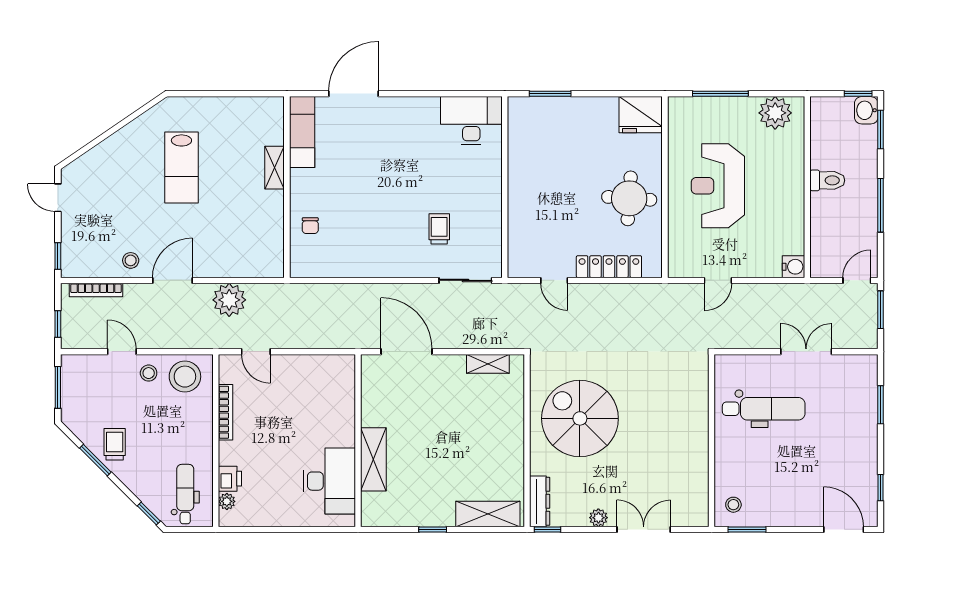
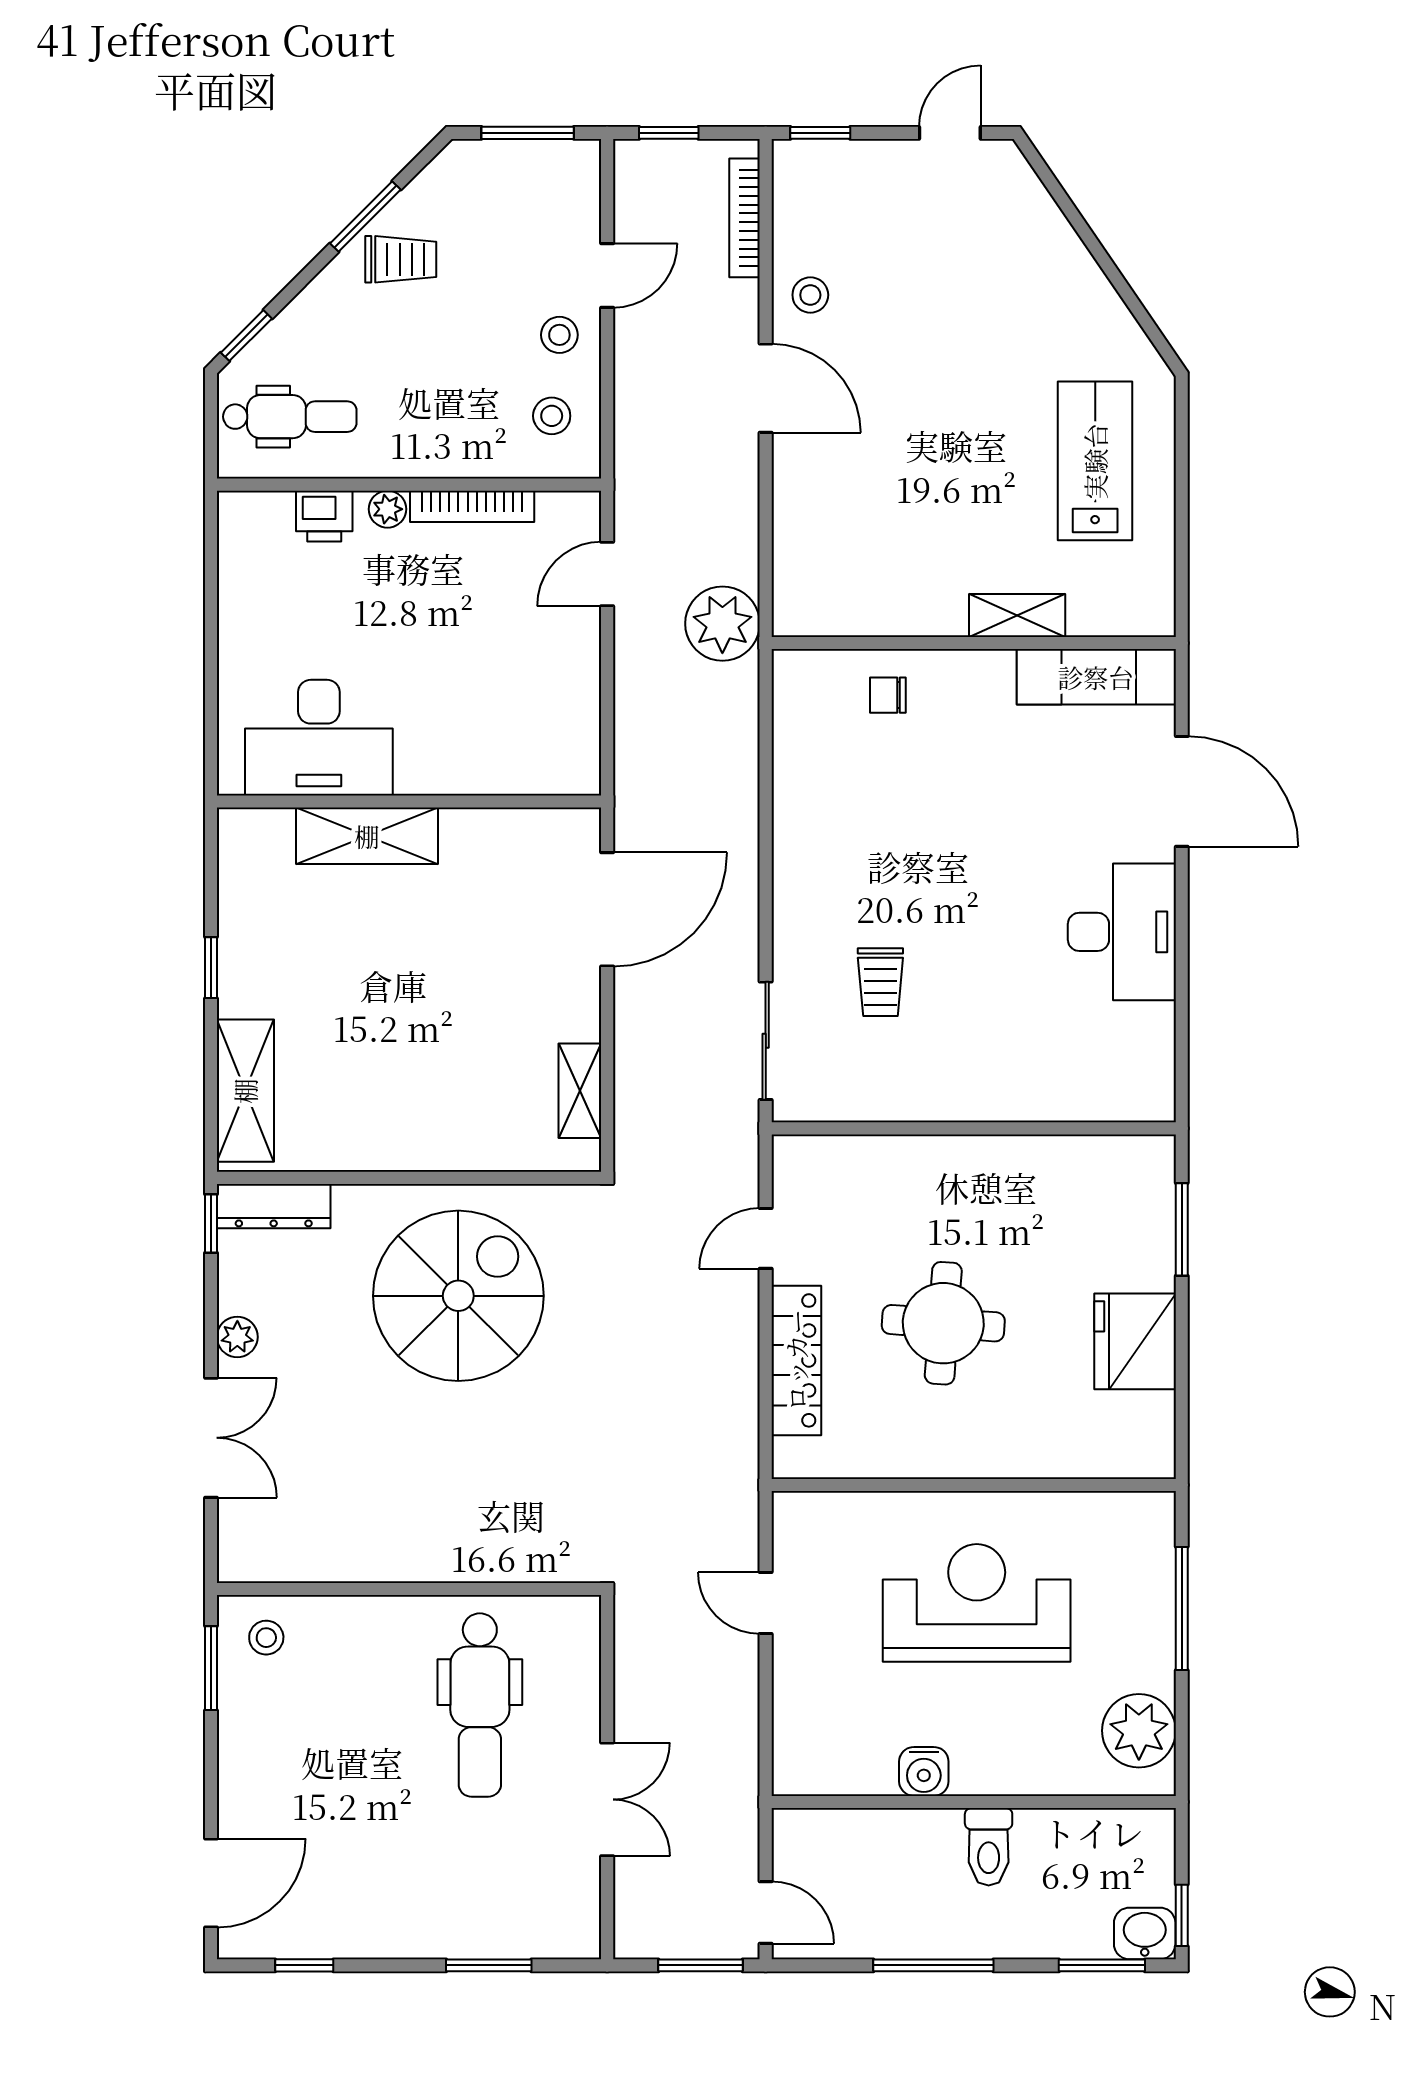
fridge: (641, 115) -> (1135, 1341), moved
desk: (471, 121) -> (1122, 932), moved
lab bench: (181, 168) -> (1095, 461), moved, turned 90
round table: (629, 198) -> (943, 1323), moved
trolley: (439, 229) -> (880, 982), turned 90
water cooler: (793, 267) -> (924, 1771), moved
plant: (229, 300) -> (722, 624), moved
stool: (185, 377) -> (552, 416), width x0.53, depth x0.53
plant: (227, 501) -> (387, 509), moved

